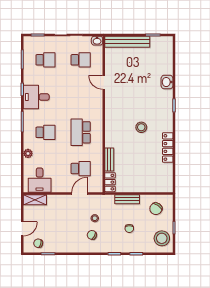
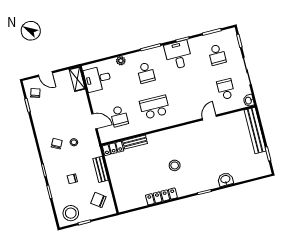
school desk: (81, 60) -> (226, 89), turned 180

